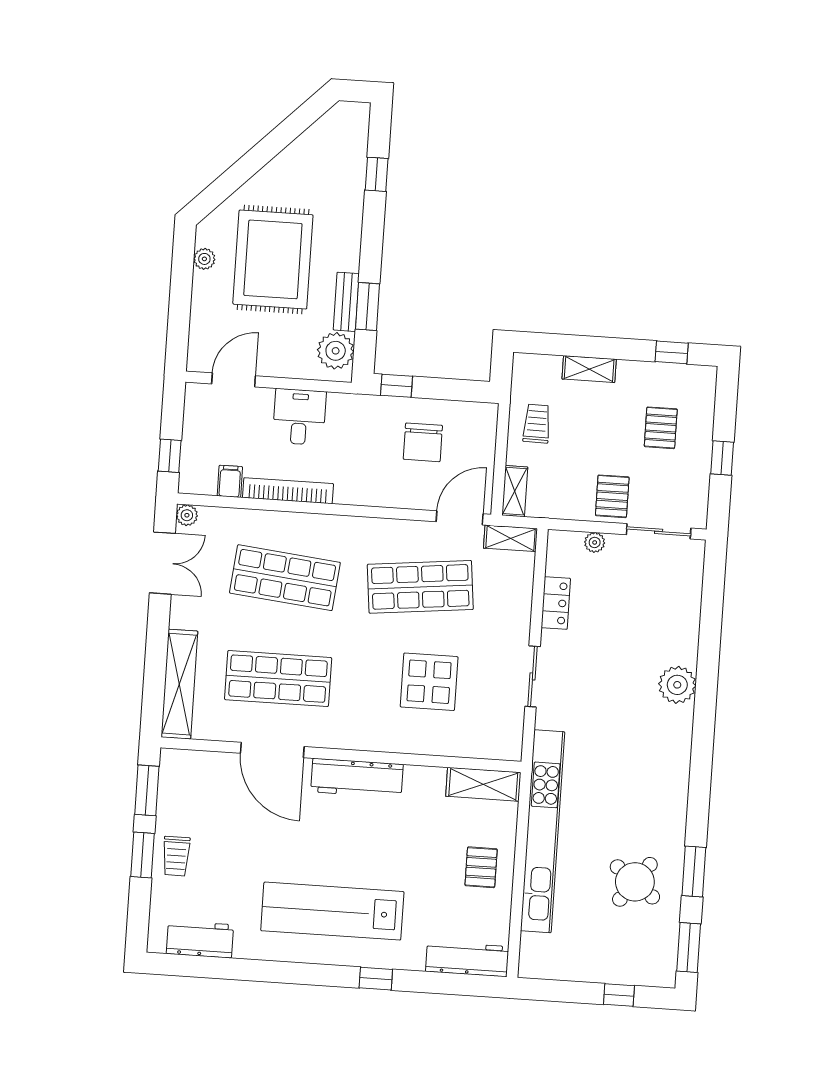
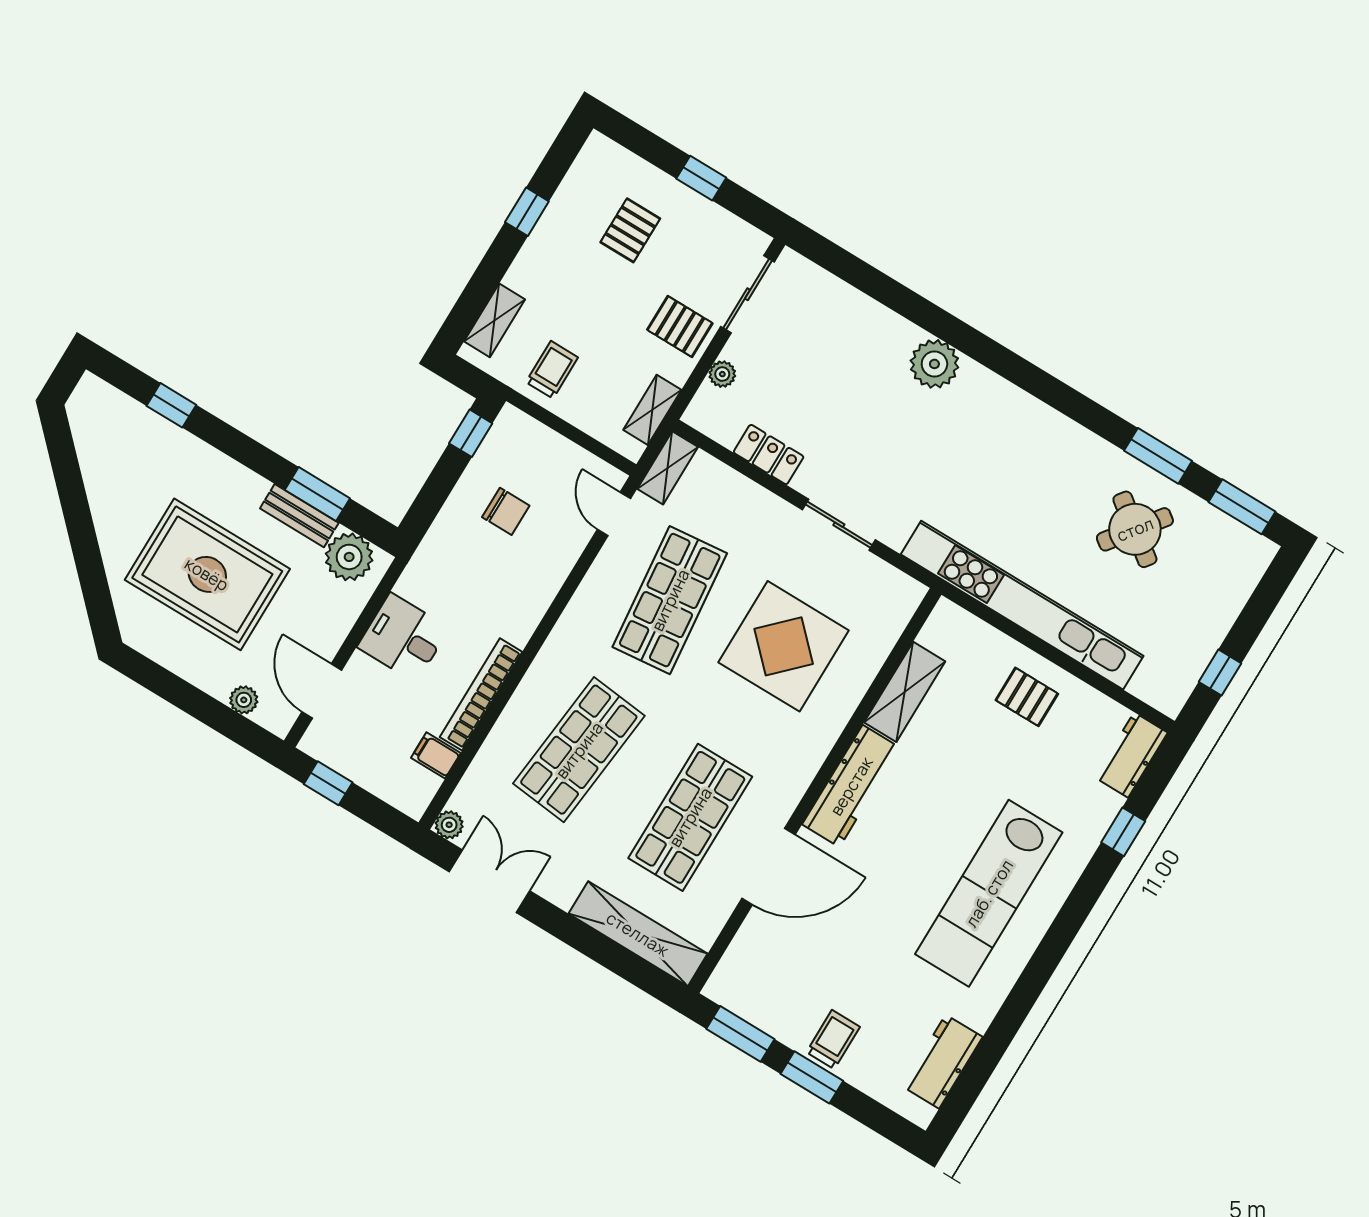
plant: (204, 259) -> (244, 700), moved
window: (672, 352) -> (527, 212), moved
shelving: (589, 369) -> (494, 320), moved
window: (397, 386) -> (471, 433), moved
trolley: (537, 424) -> (552, 370), turned 89
pallet: (661, 428) -> (630, 230), turned 90
chair: (423, 442) -> (506, 511), width x0.73, depth x0.73
window: (170, 456) -> (328, 783), moved
shelving: (515, 491) -> (652, 410), moved, turned 90
door: (460, 518) -> (614, 514), width x0.73
display table: (429, 682) -> (784, 646), width x1.36, depth x1.36
shelving: (483, 784) -> (905, 692), moved
trolley: (176, 856) -> (833, 1039), turned -90
workbench: (467, 959) -> (1131, 755), width x0.73
window: (376, 979) -> (1123, 832), moved
window: (619, 995) -> (1220, 673), moved

